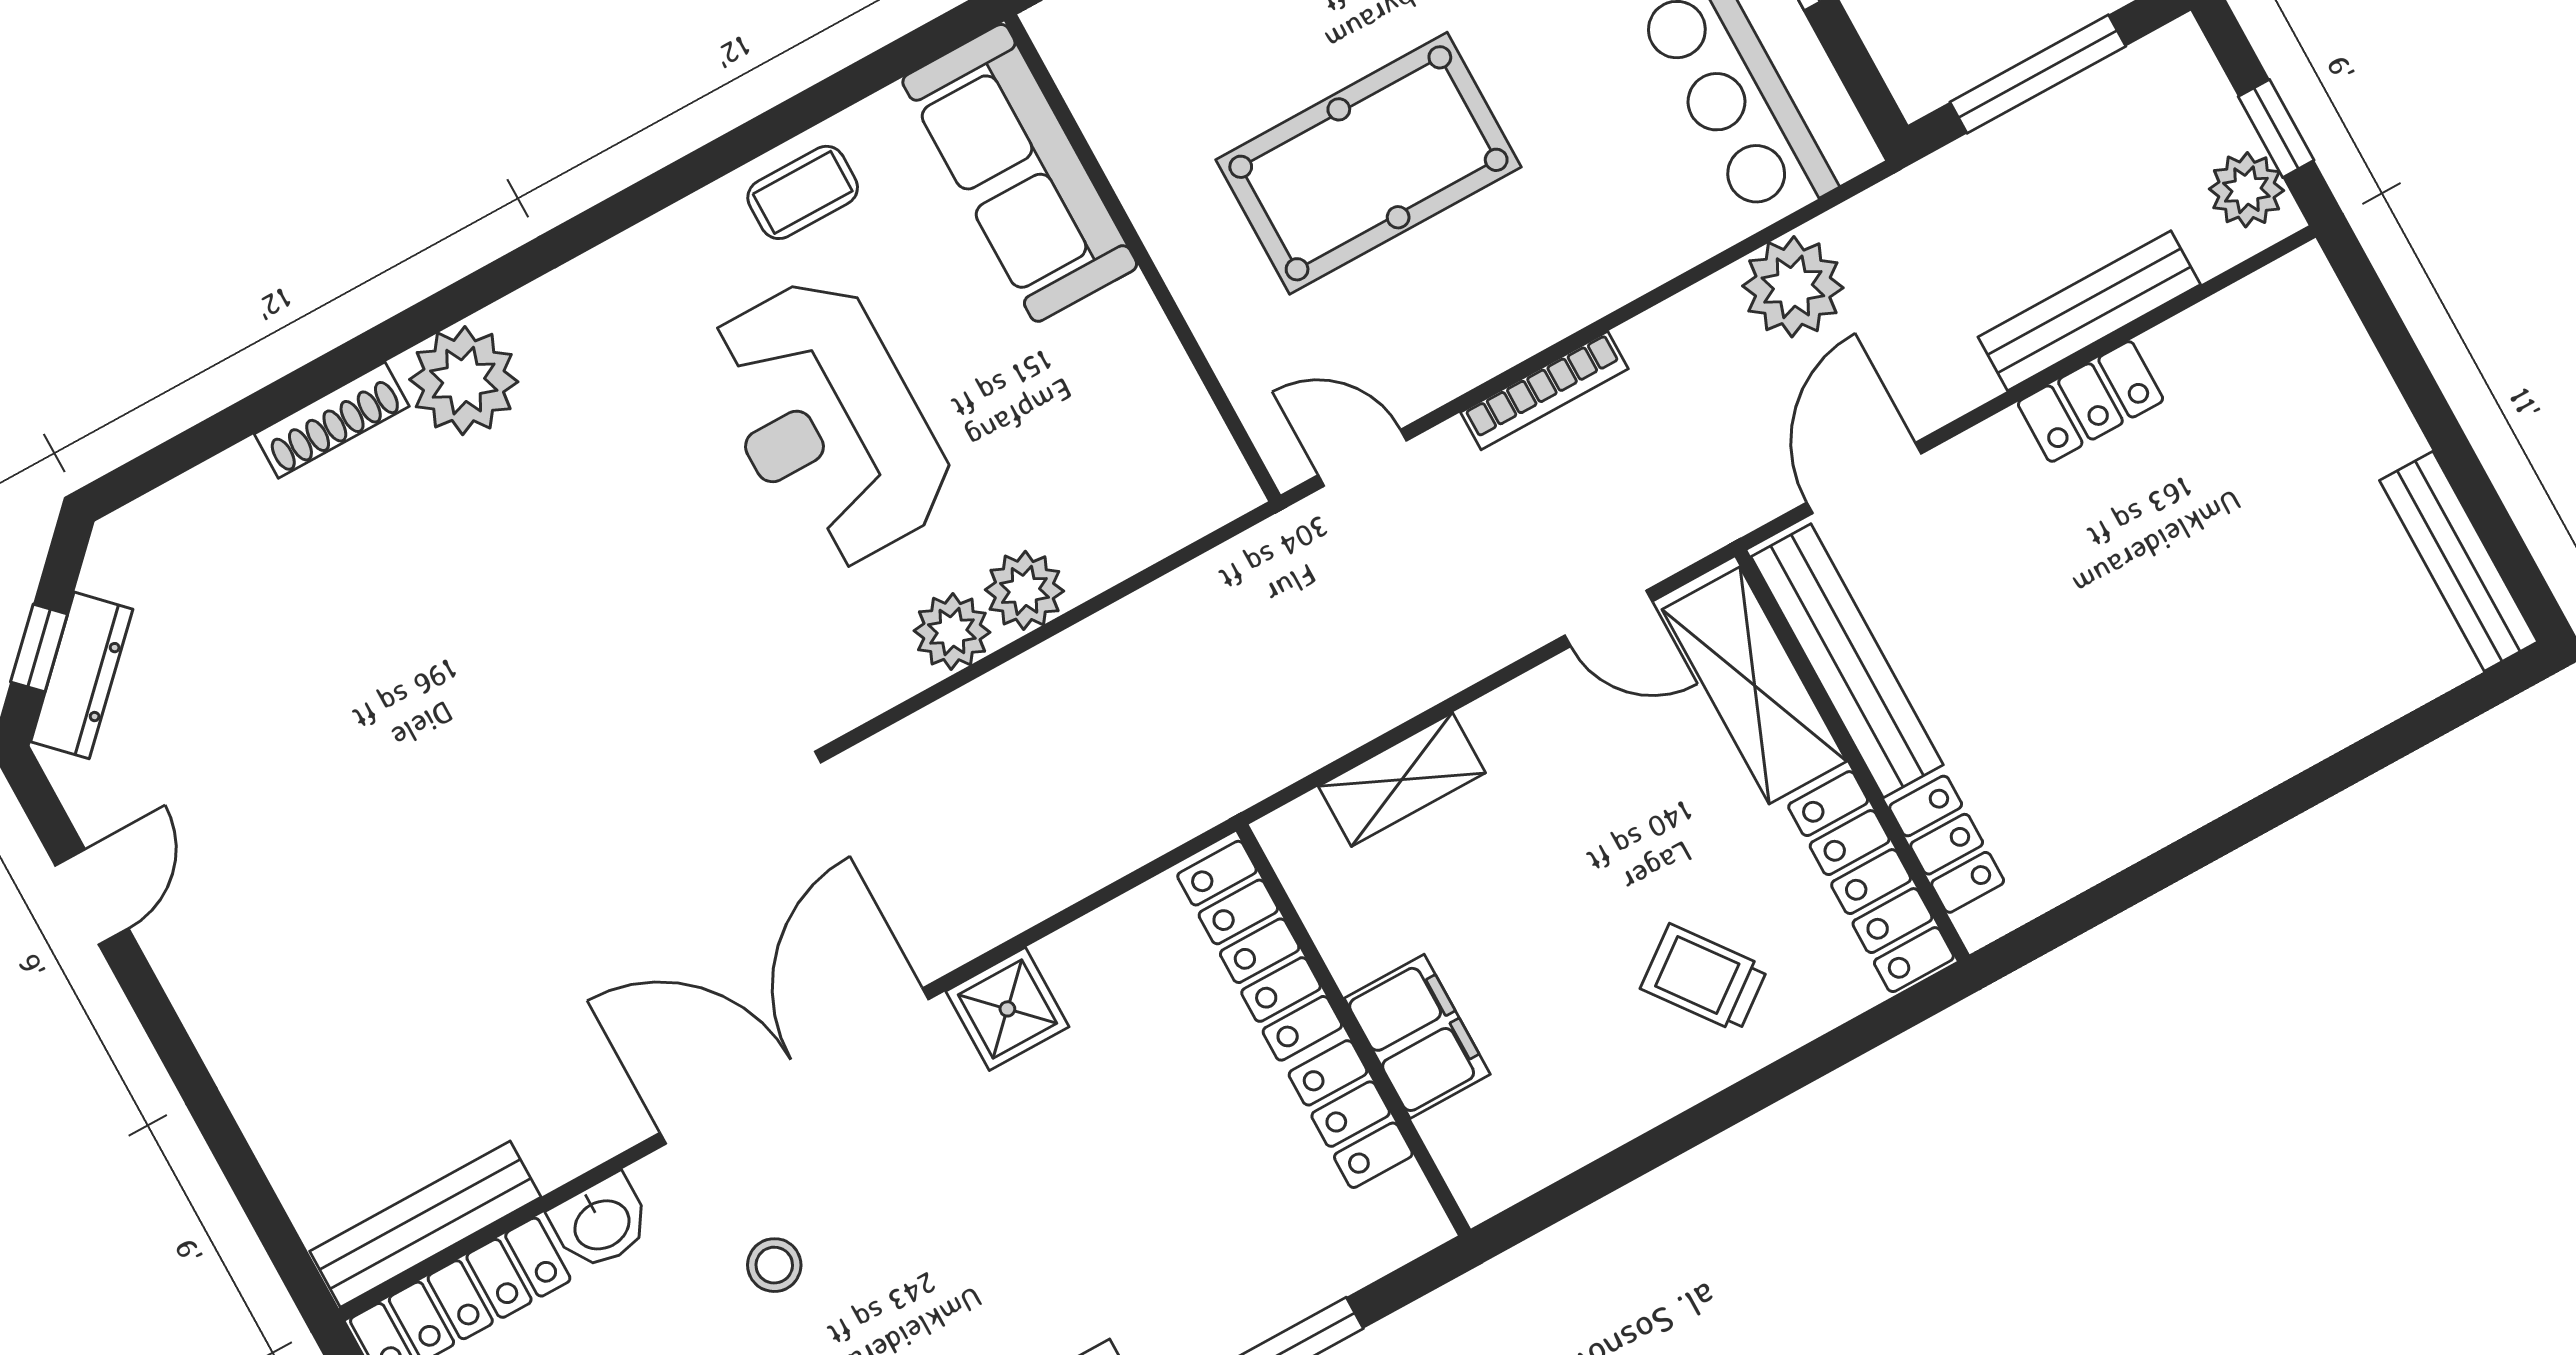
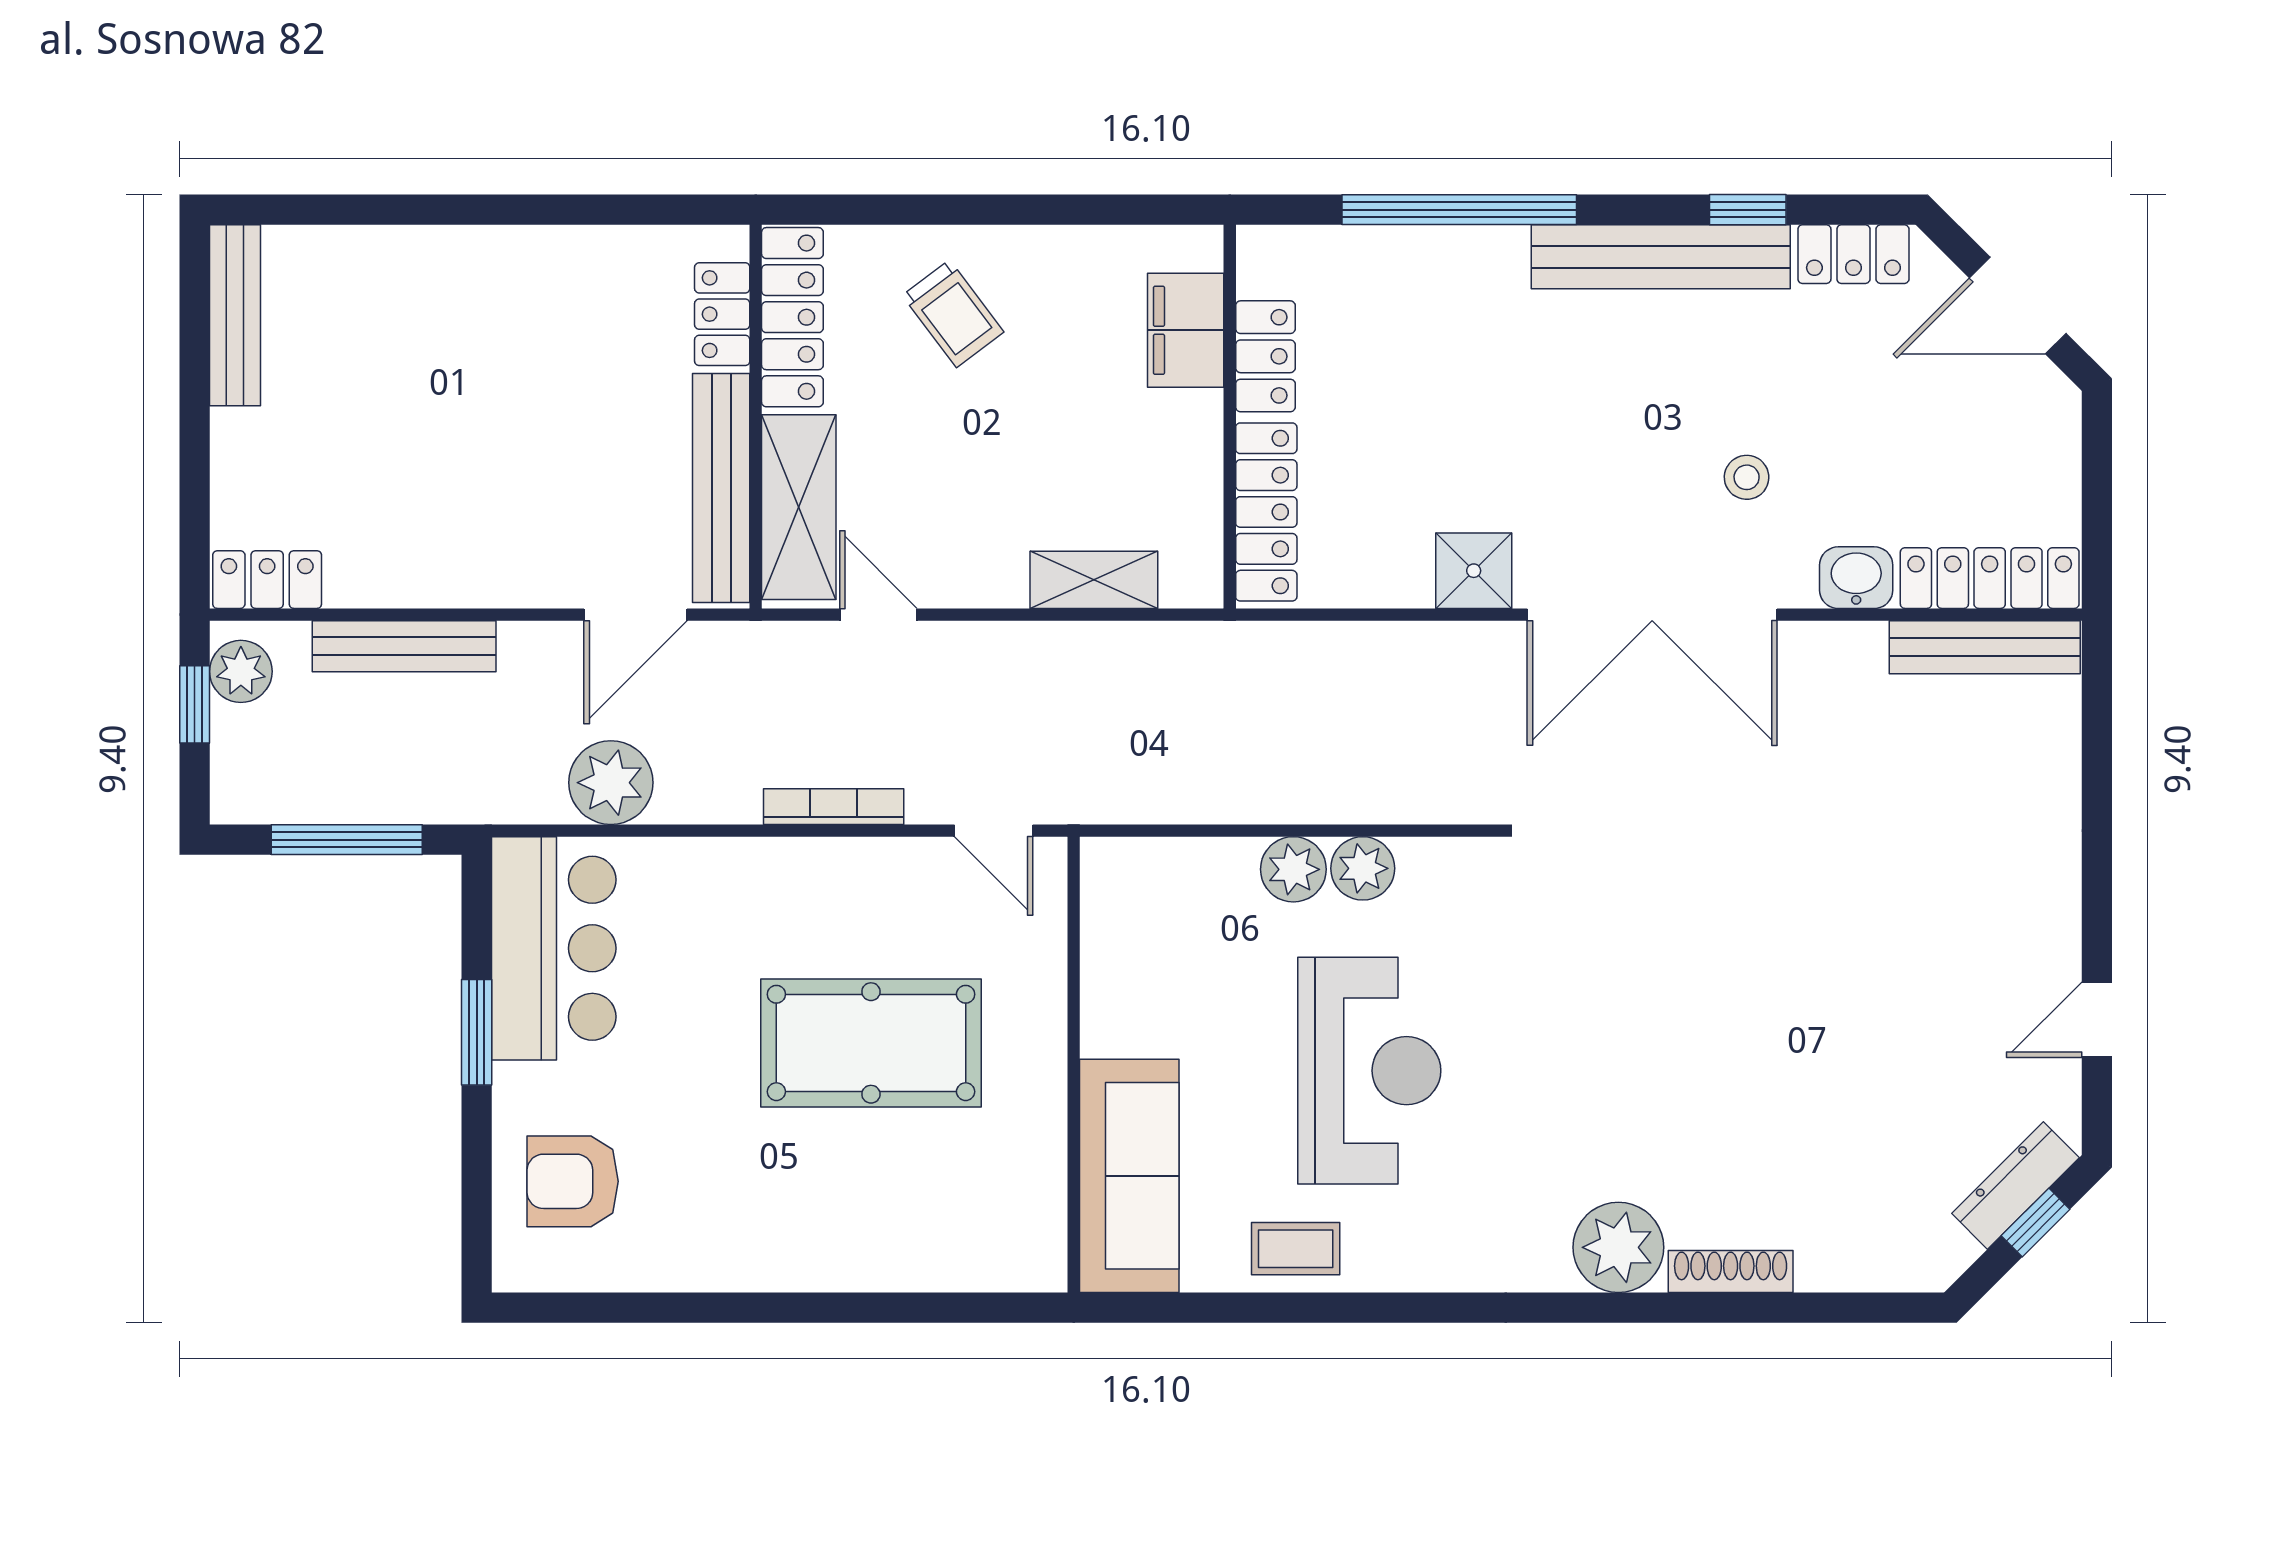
locker: (2090, 401) -> (267, 580), moved
filing cabinet: (1417, 1036) -> (1186, 330), moved

